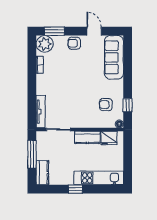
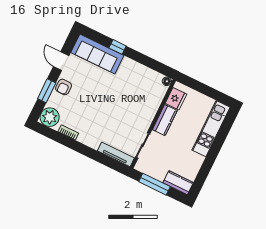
window: (54, 31) -> (47, 91), moved
door: (94, 31) -> (61, 61), hinge flipped
armchair: (106, 105) -> (141, 85), removed
window: (128, 105) -> (118, 47), moved
window: (75, 189) -> (211, 158), removed

